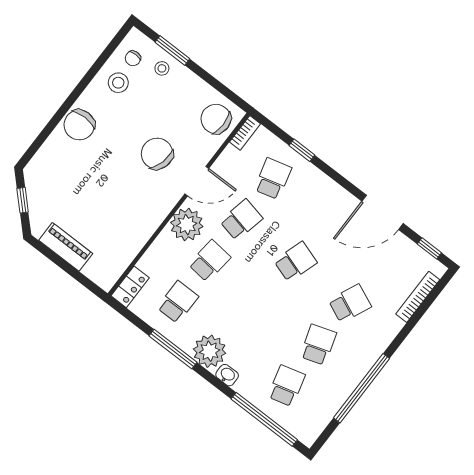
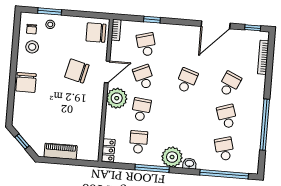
school desk: (241, 220) -> (144, 77), turned -36

